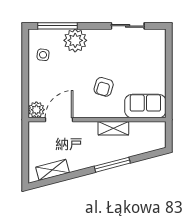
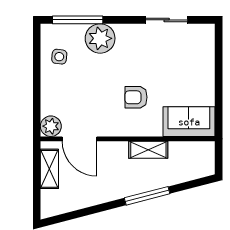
armchair: (104, 87) -> (136, 97), turned 74
door: (59, 120) -> (80, 139), swing flipped
shelving: (53, 170) -> (49, 169), moved, turned -75

